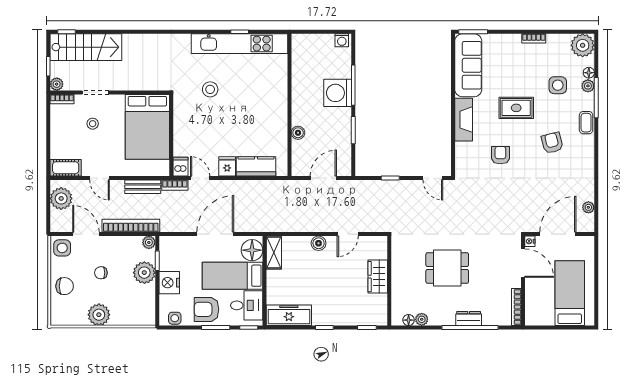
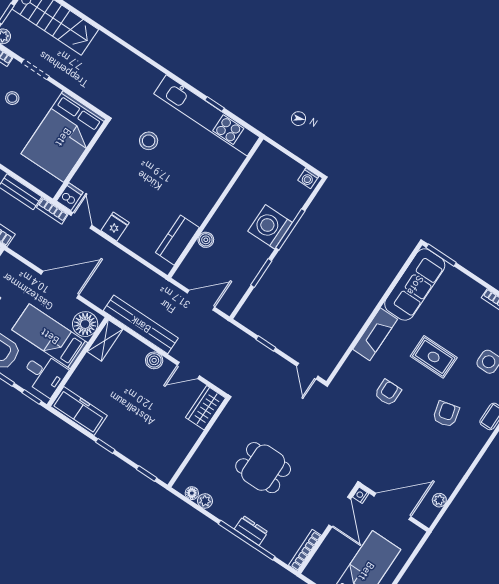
kitchen counter: (256, 166) -> (177, 240), moved, turned -90
bench: (292, 224) -> (141, 324), added
wardrobe: (378, 277) -> (205, 408), moved

